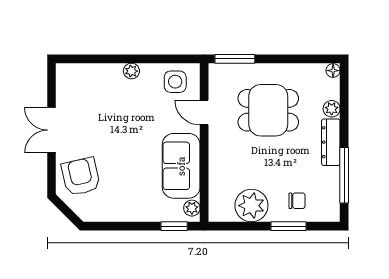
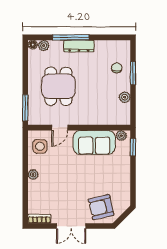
bookcase: (63, 81) -> (39, 219), added
plant: (332, 109) -> (44, 46), moved
window: (344, 175) -> (71, 37), moved
plant: (251, 206) -> (125, 97), width x0.53, depth x0.53

